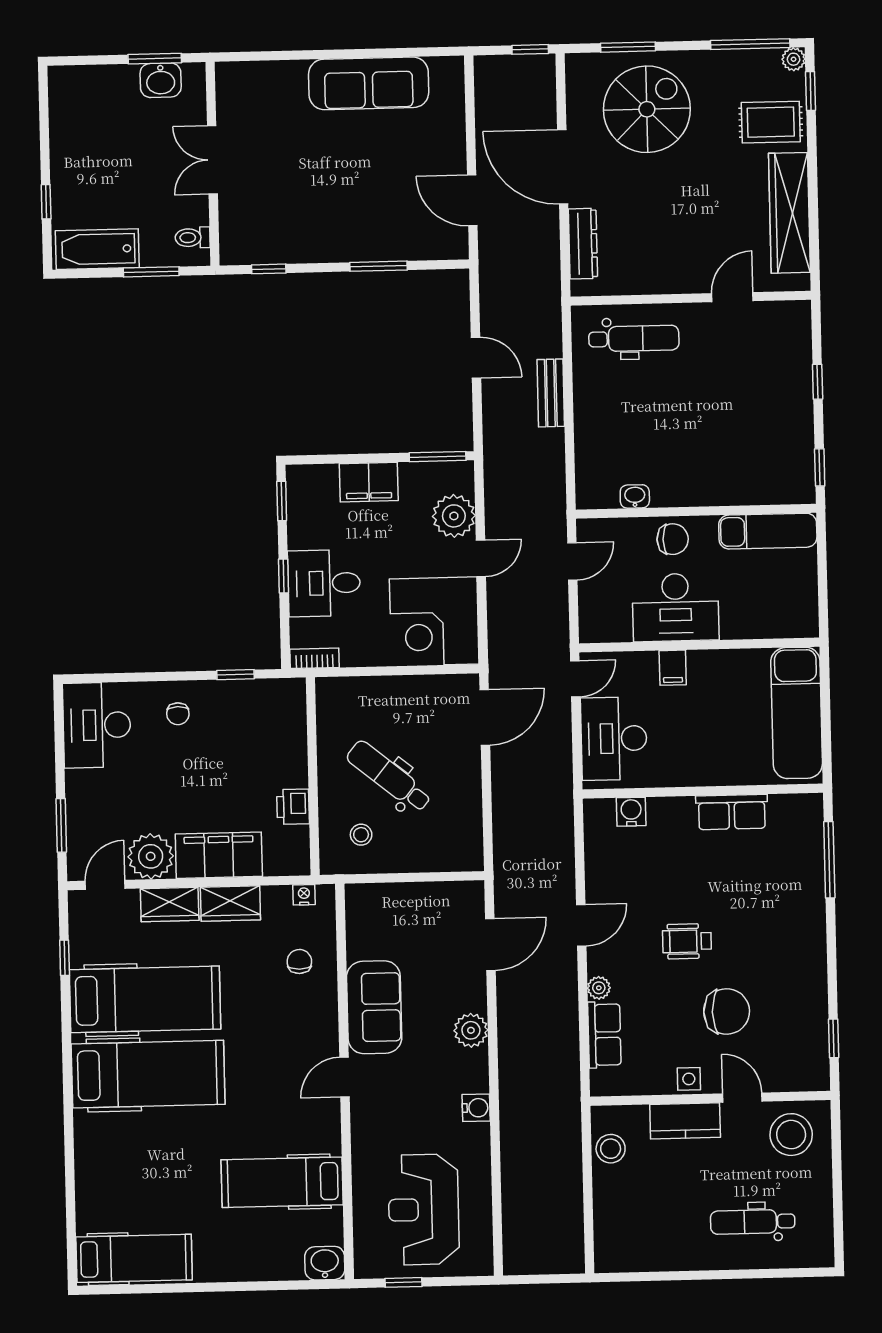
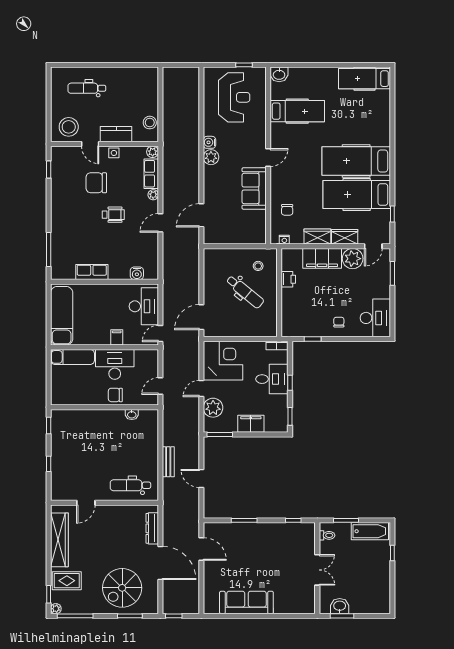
exam couch: (768, 531) -> (73, 357), moved, turned 180
plant: (471, 1030) -> (211, 157), moved
plant: (603, 1083) -> (153, 152), added
dental chair: (753, 1222) -> (87, 88), turned 180

